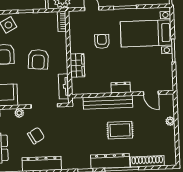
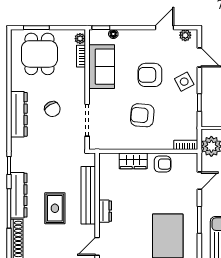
armchair: (102, 41) -> (163, 164), moved
tv unit: (64, 86) -> (109, 144), removed
plant: (19, 113) -> (80, 90), removed

